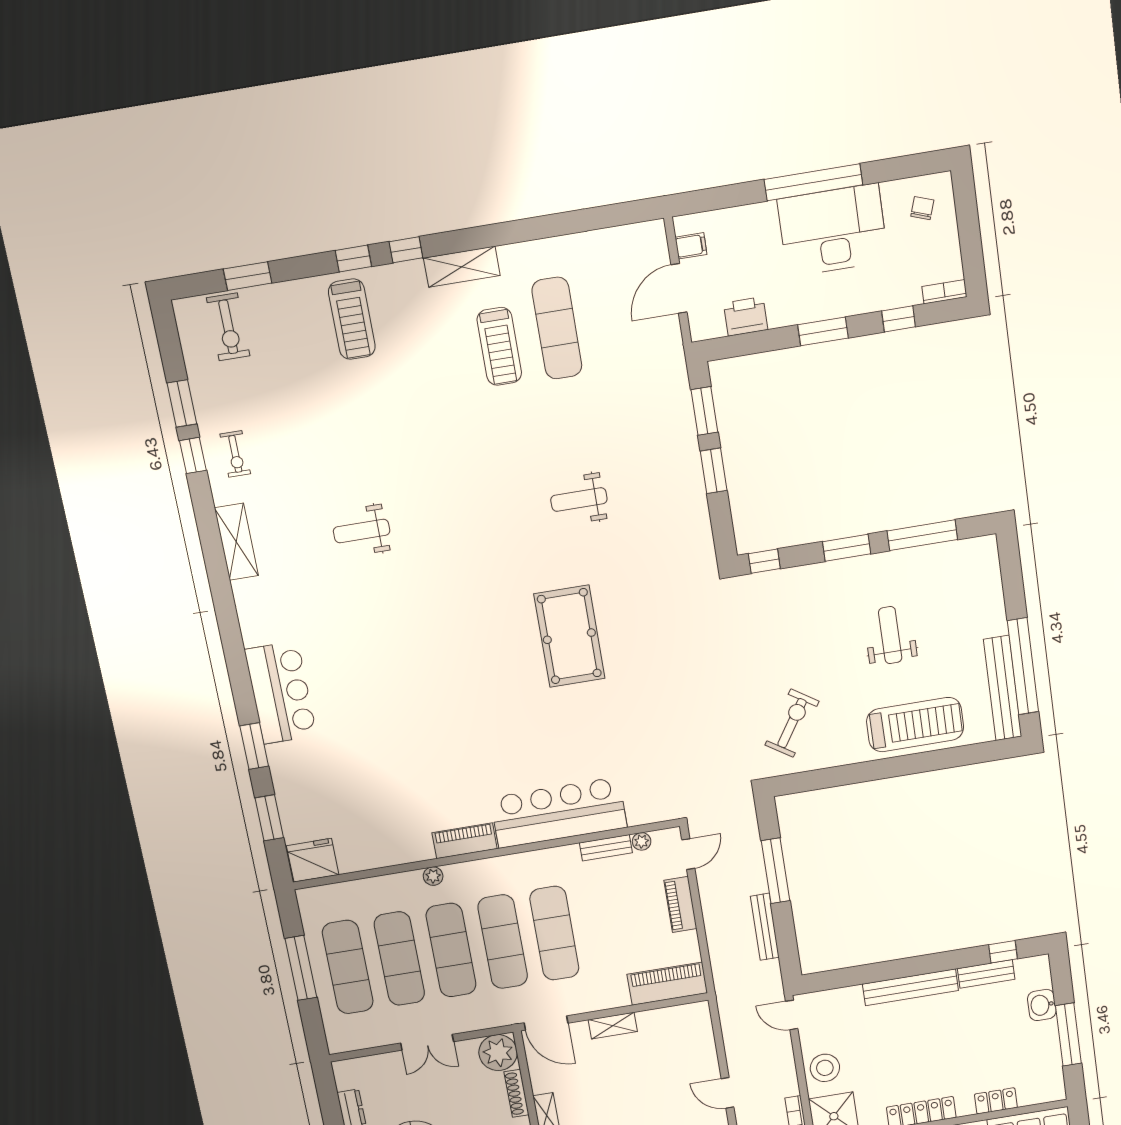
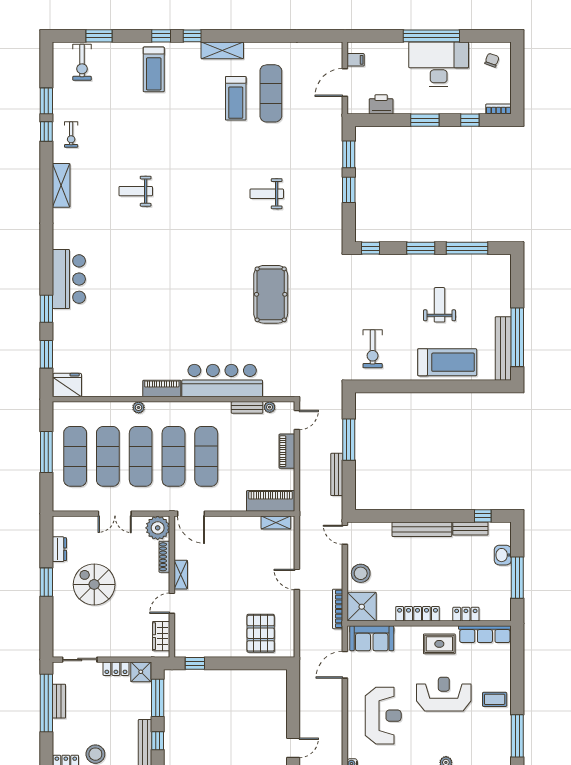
pool table: (569, 636) -> (271, 294), moved
exercise bike: (792, 723) -> (373, 349), turned 147
shelving: (613, 1026) -> (276, 522), moved

